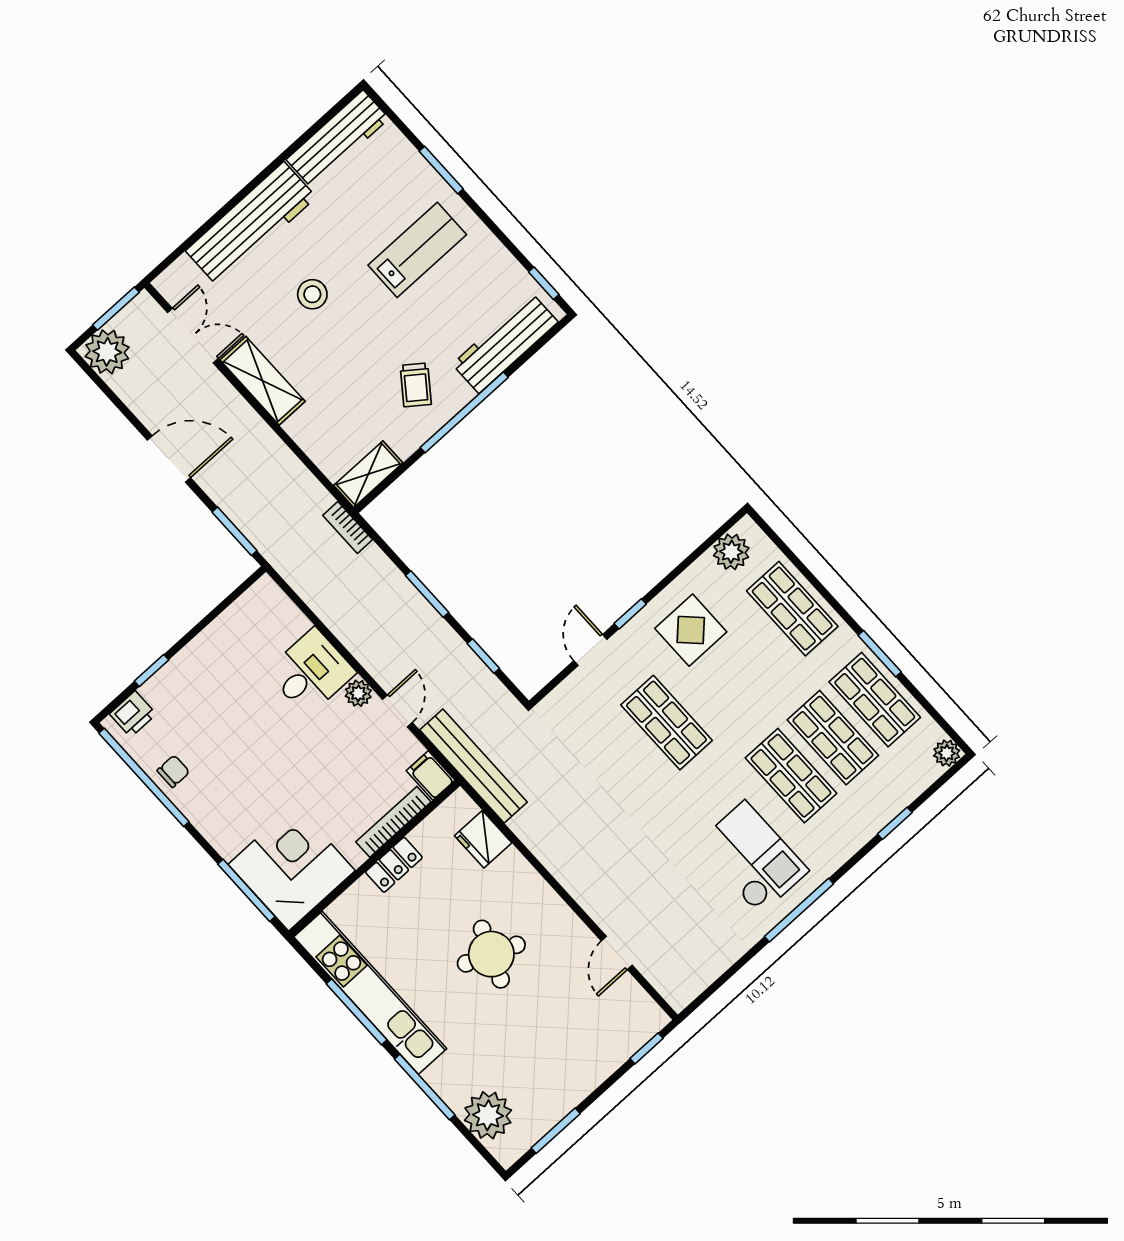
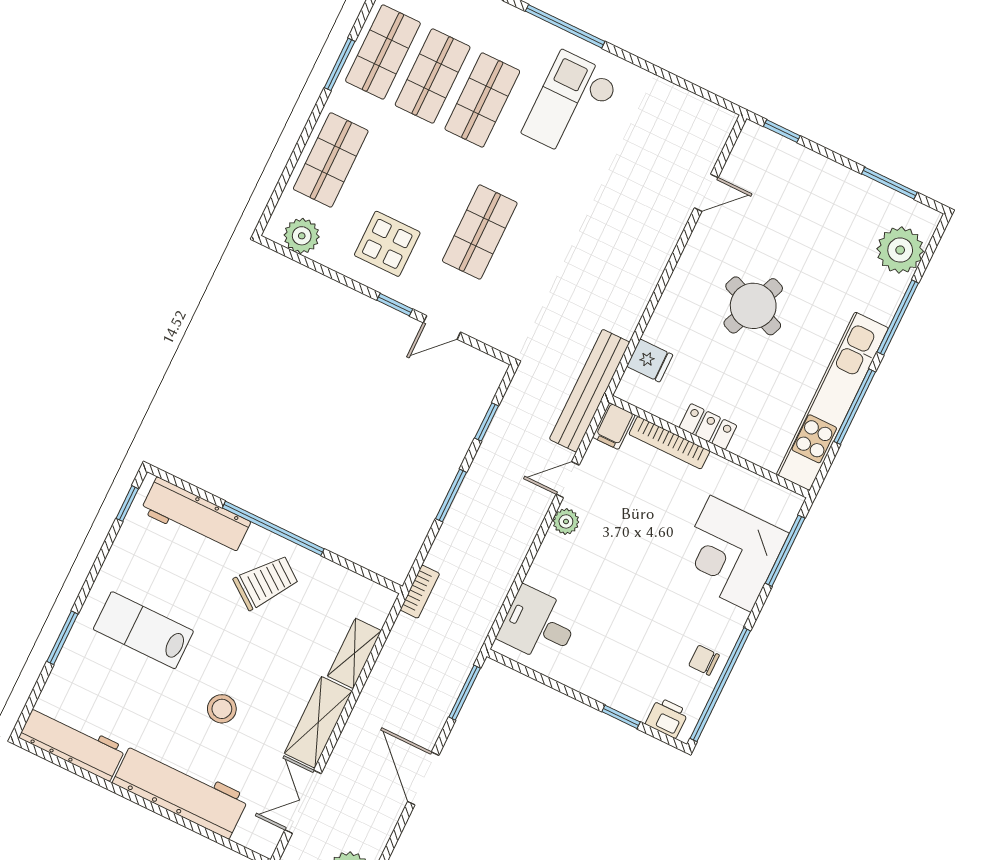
trolley: (416, 385) -> (266, 582), width x1.36, depth x1.39
shelving: (368, 474) -> (354, 653), moved, turned 90
desk: (311, 672) -> (539, 625), moved
fridge: (483, 839) -> (650, 361), width x0.72
corner desk: (292, 867) -> (731, 554), moved
window: (799, 910) -> (565, 26), moved

